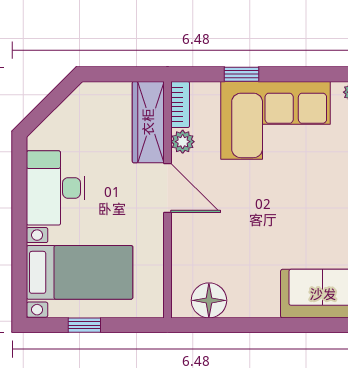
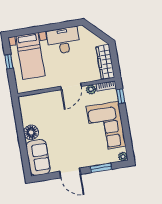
window: (242, 74) -> (121, 96), moved
wardrobe: (148, 122) -> (105, 62), moved, turned -90
floor lamp: (209, 300) -> (31, 132), moved

